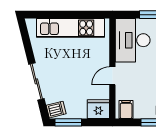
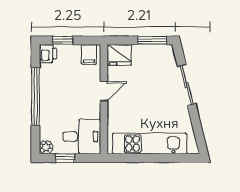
desk: (133, 40) -> (82, 137), width x0.73
dishwasher: (56, 110) -> (165, 54), removed

